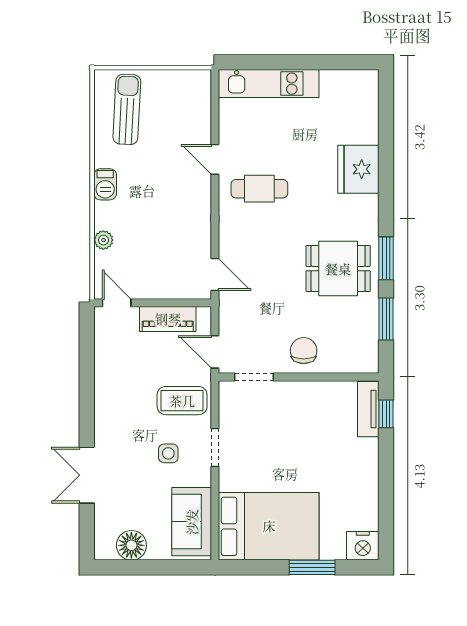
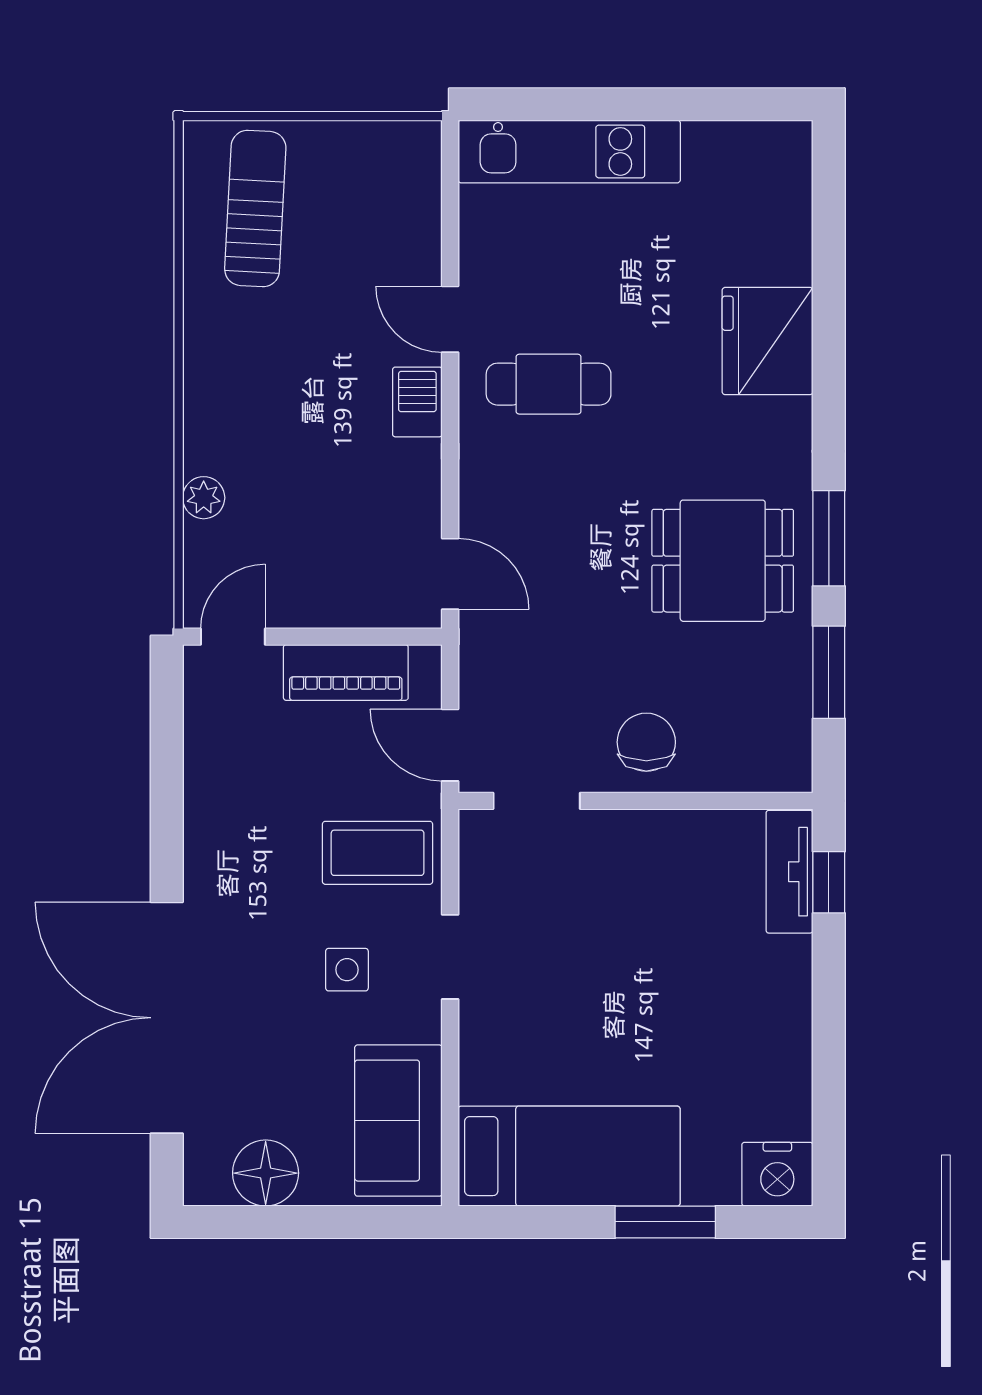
barbecue: (105, 184) -> (417, 402), moved, turned 180
door: (117, 303) -> (233, 637), hinge flipped
double door: (87, 475) -> (167, 1018), width x1.87
bed: (269, 526) -> (569, 1156), width x0.67

